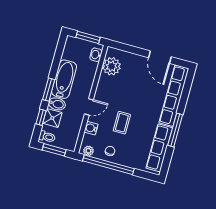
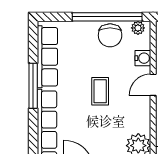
coffee table: (122, 123) -> (100, 91), moved
chair: (110, 151) -> (110, 35), width x1.87, depth x1.87

